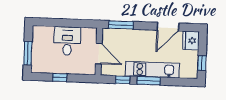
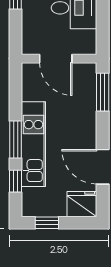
door: (99, 54) -> (56, 59), hinge flipped
window: (123, 80) -> (16, 181), moved

